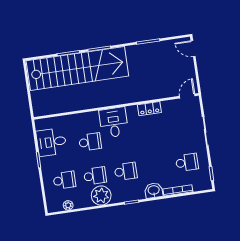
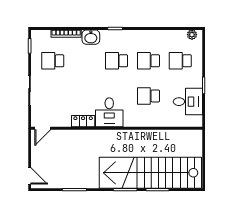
desk: (114, 122) -> (109, 112), moved
plant: (101, 196) -> (145, 40), removed
plant: (68, 205) -> (192, 35), moved

